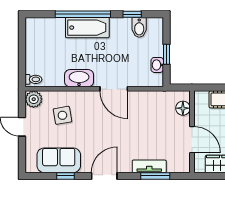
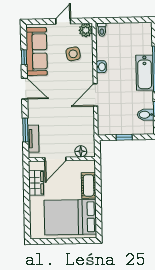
washbasin: (157, 65) -> (115, 130), removed
washbasin: (79, 78) -> (101, 67), width x0.52, depth x0.69
sofa: (59, 160) -> (37, 51), width x1.36
tv unit: (149, 166) -> (33, 139), moved

